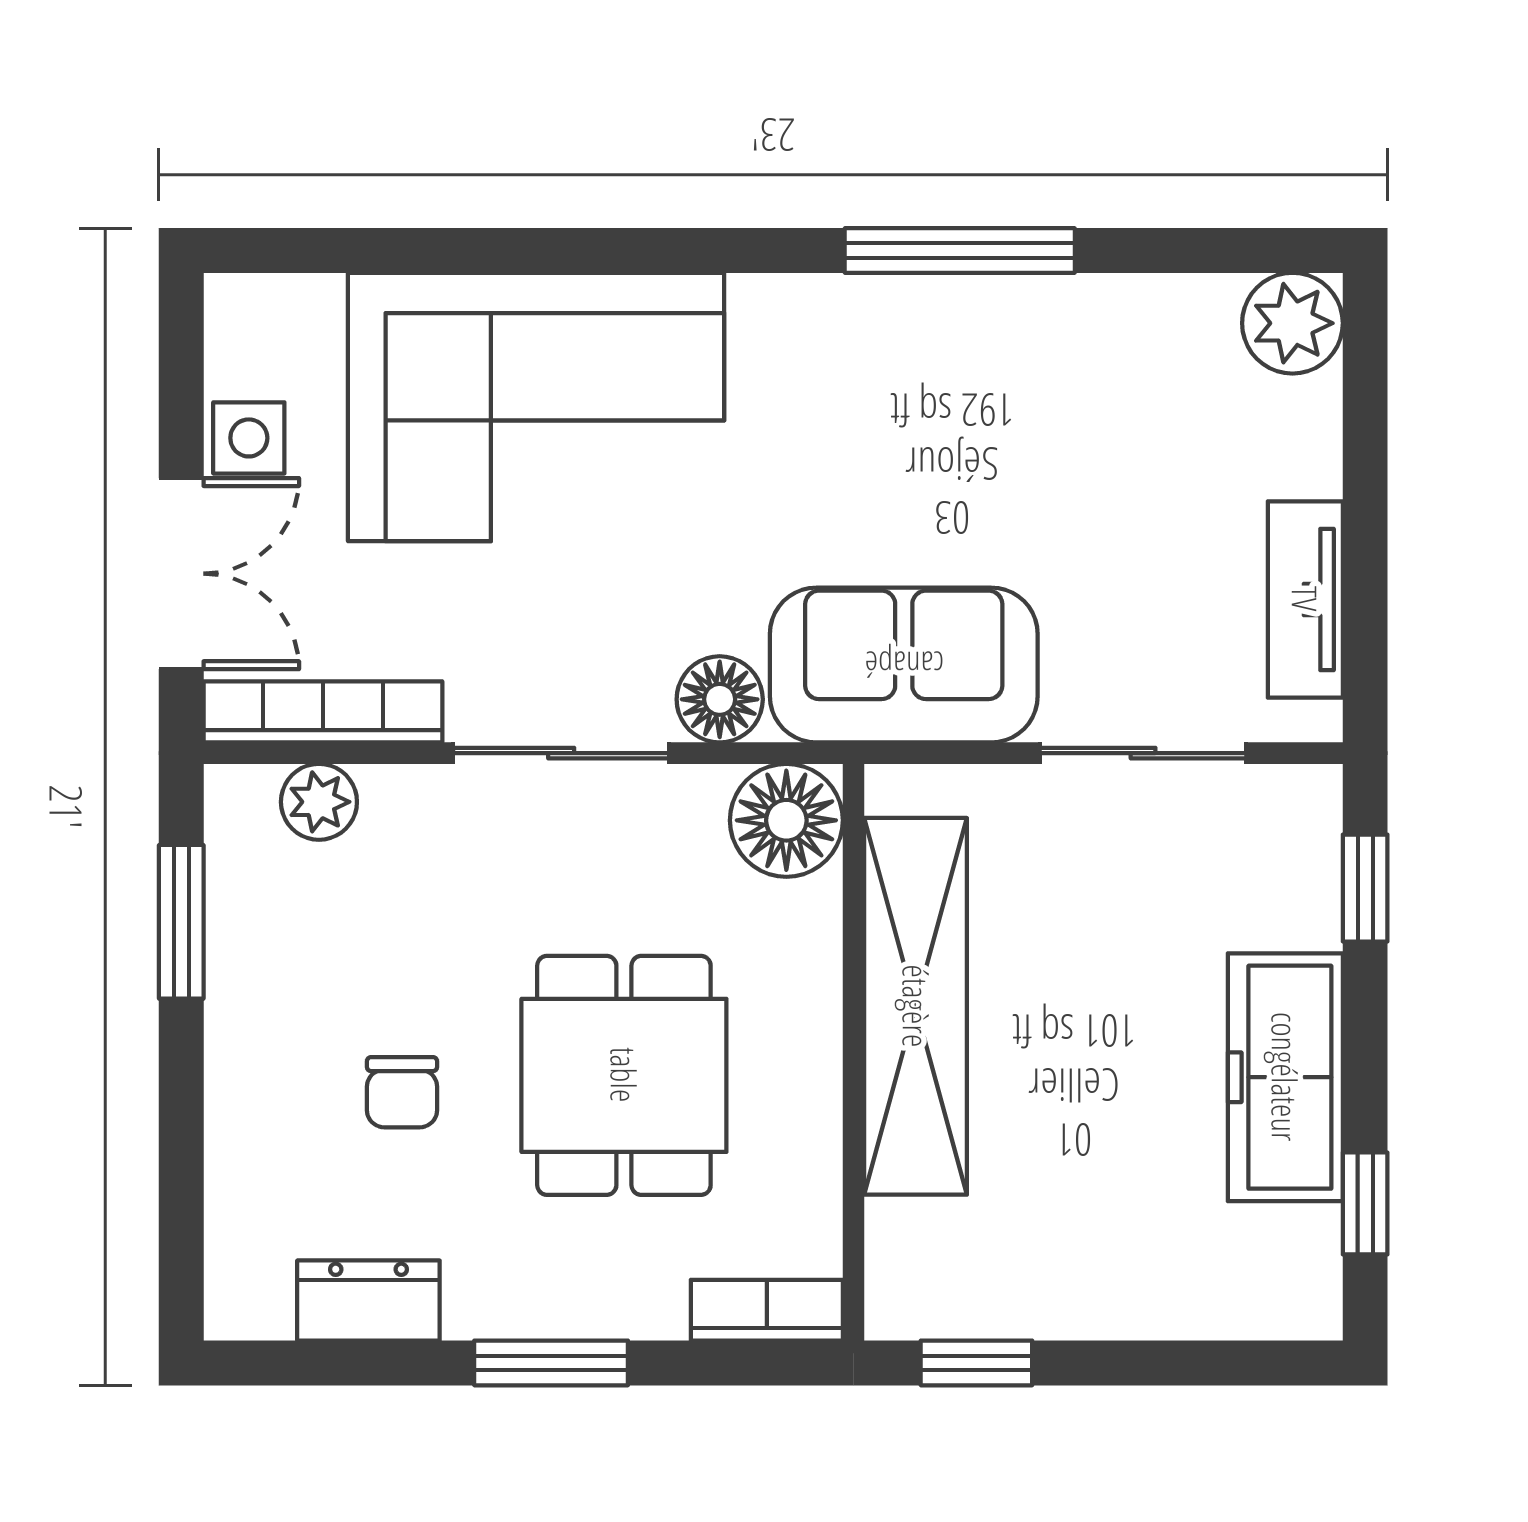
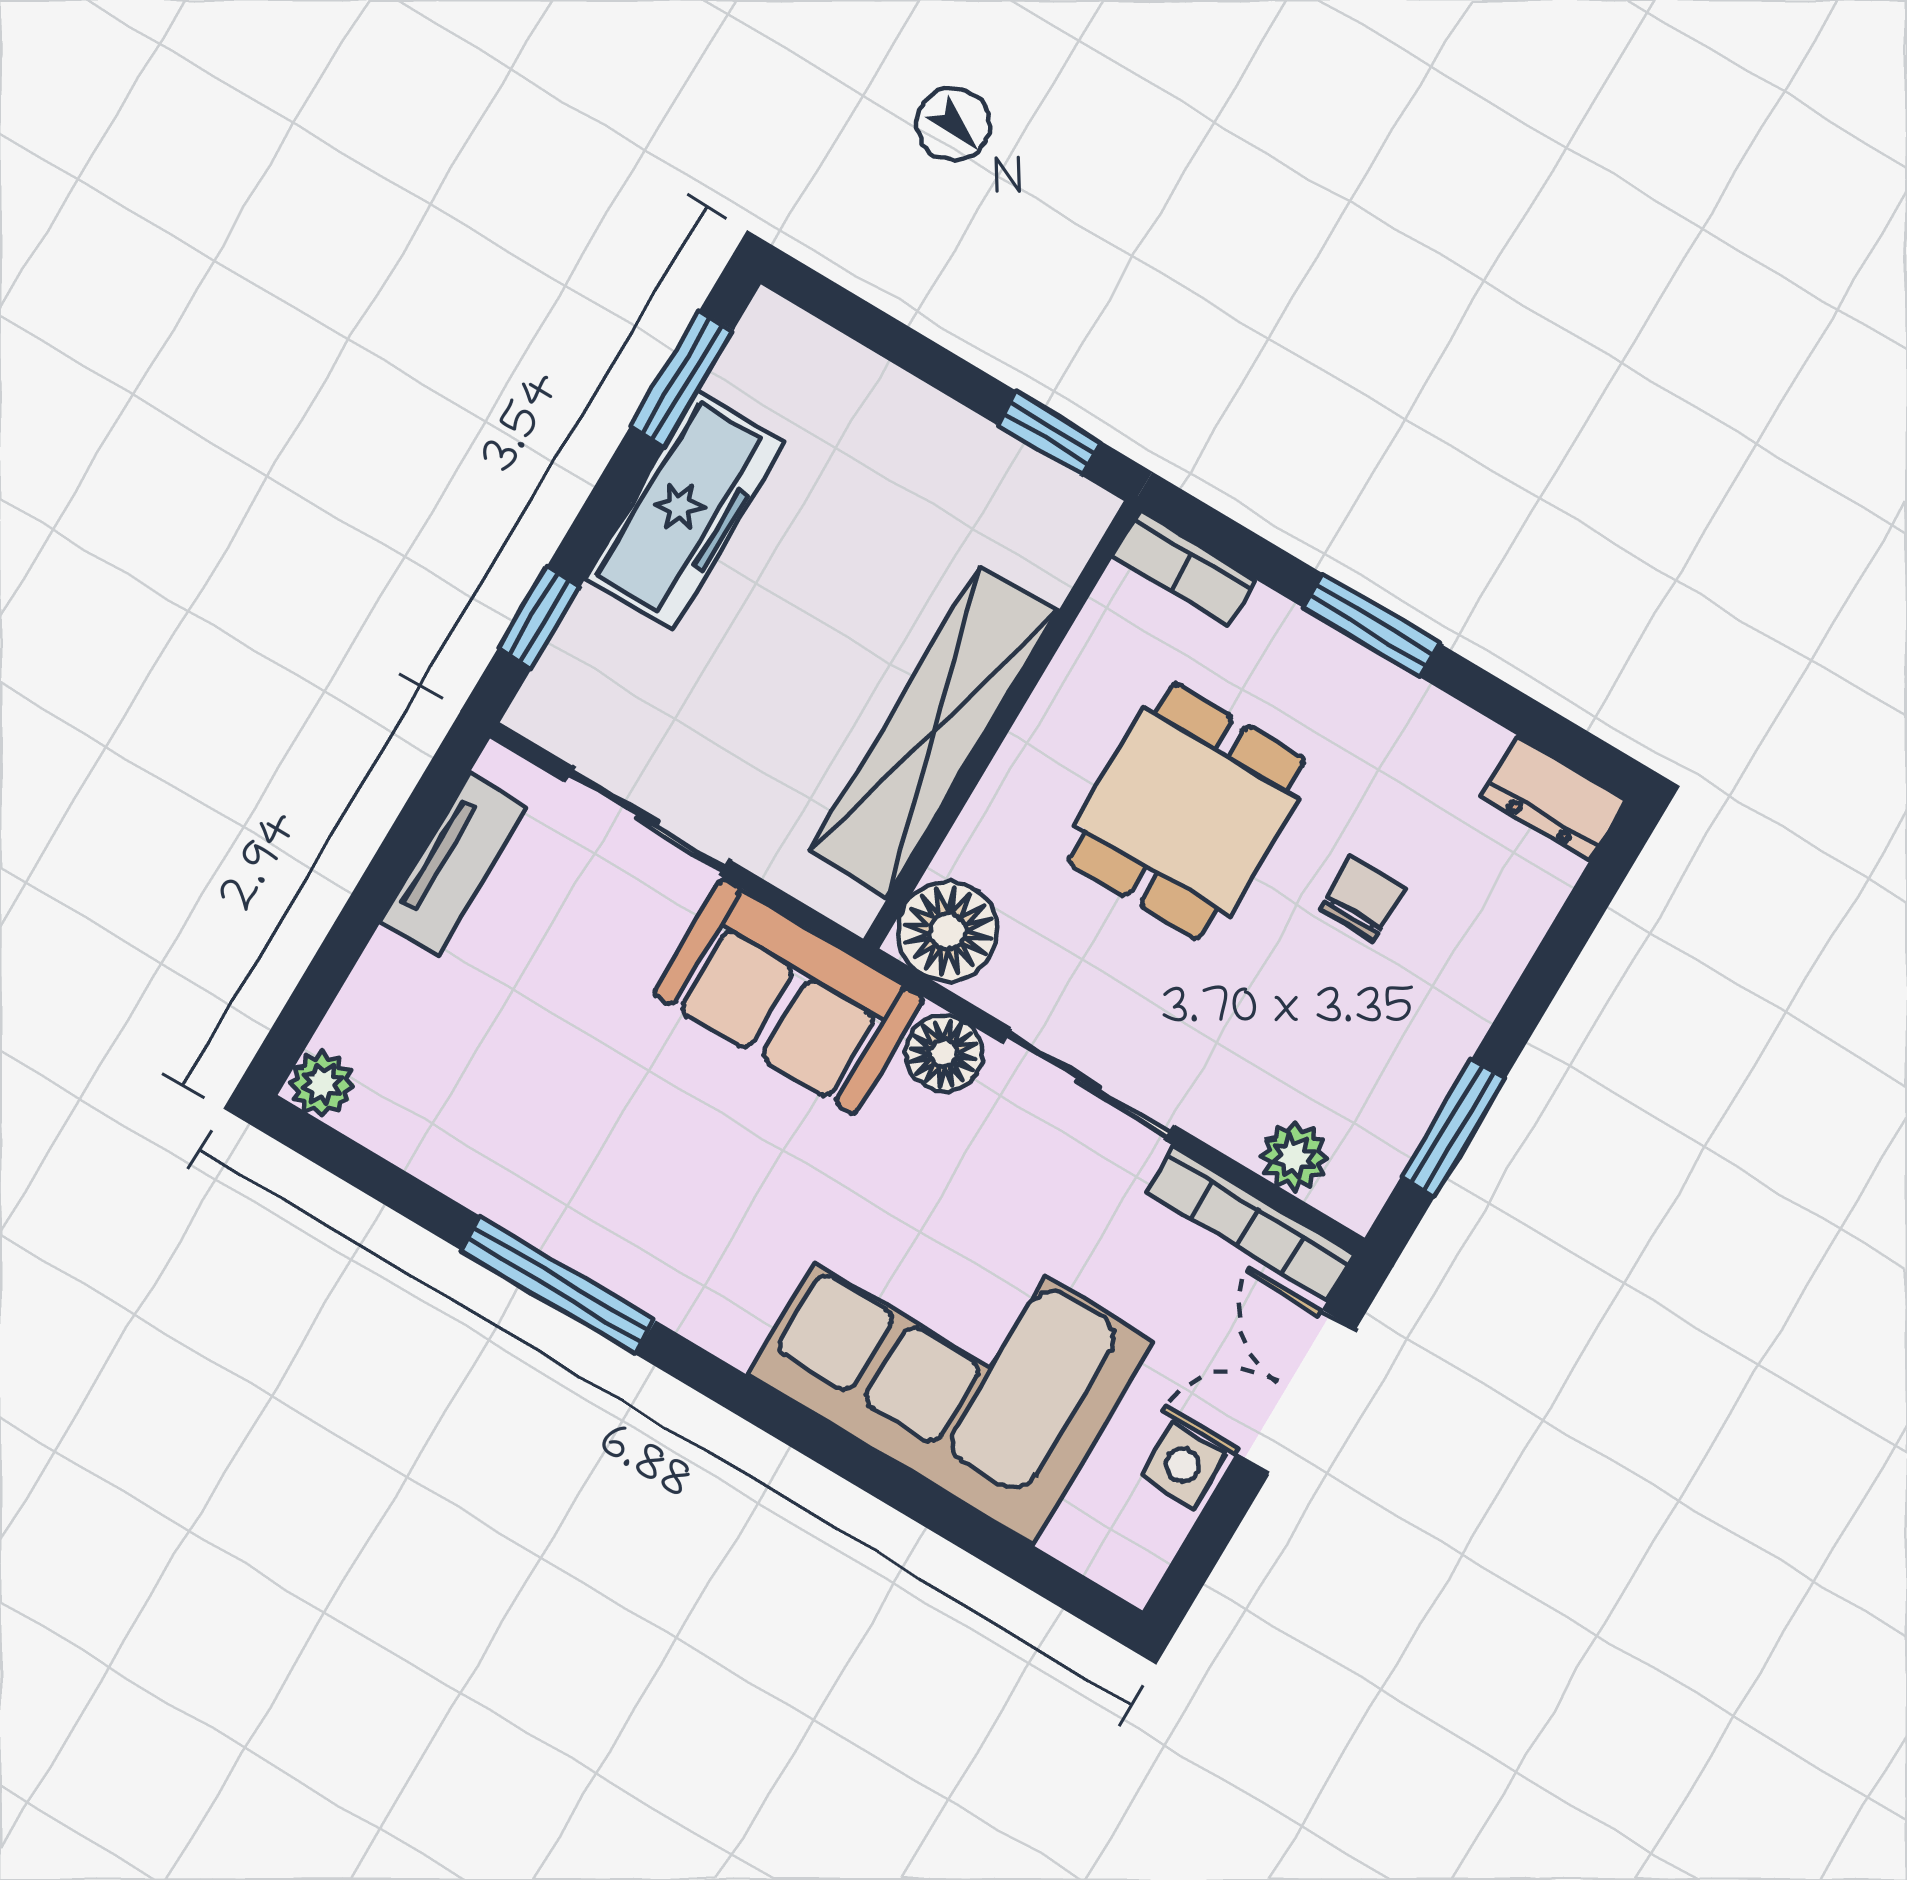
plant: (1292, 323) -> (322, 1084), width x0.73, depth x0.73
window: (1365, 1203) -> (682, 378), width x1.50
dresser: (368, 1301) -> (1553, 798), moved

